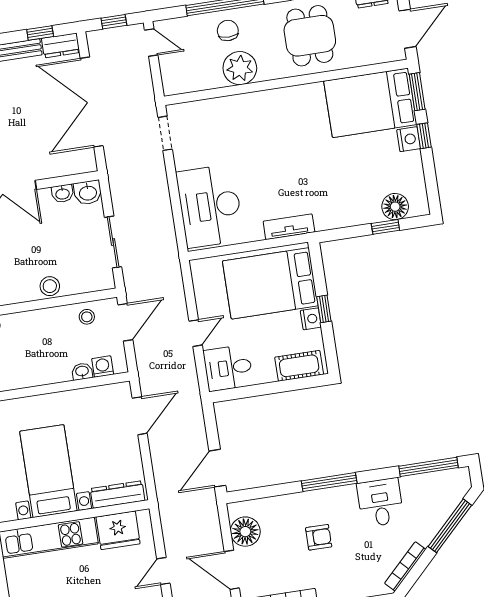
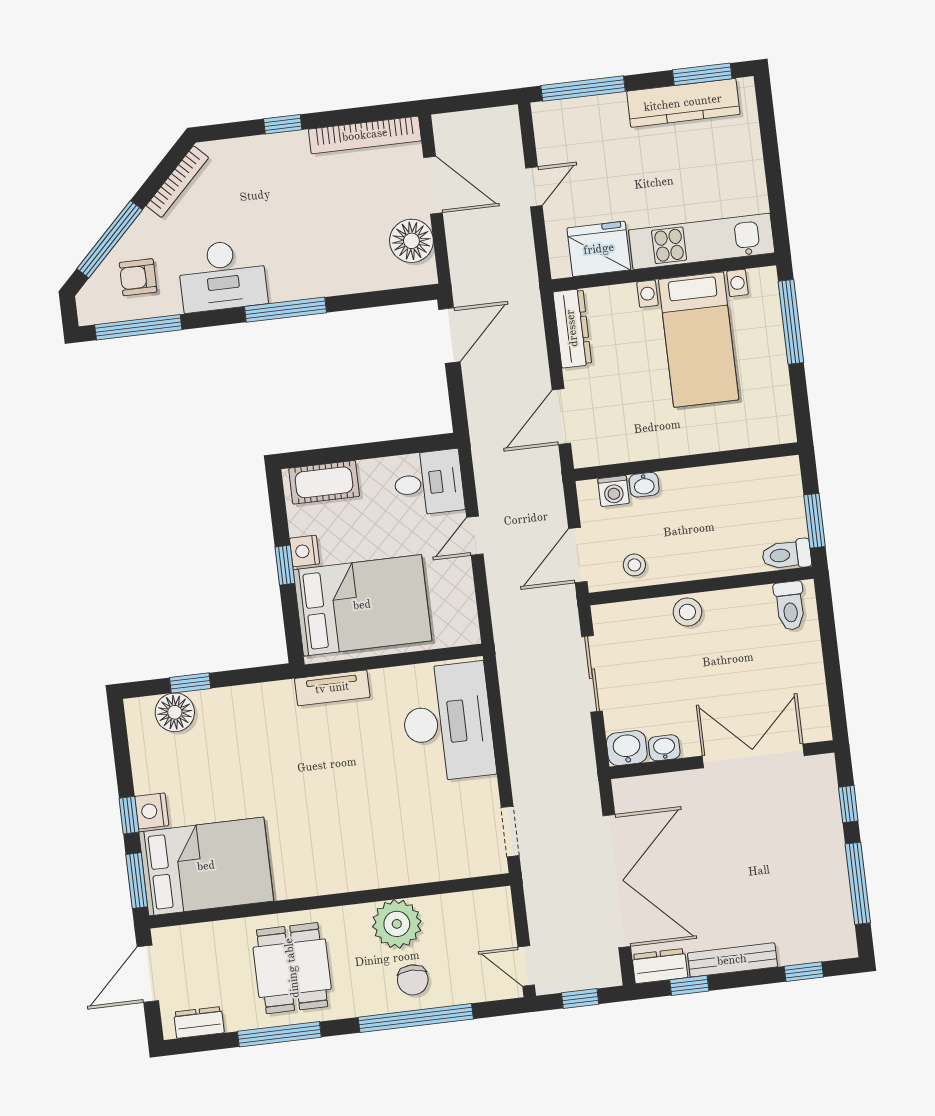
dresser: (118, 494) -> (572, 328), moved, turned -90
desk: (380, 503) -> (222, 276), width x1.37
armchair: (319, 537) -> (138, 277), moved

